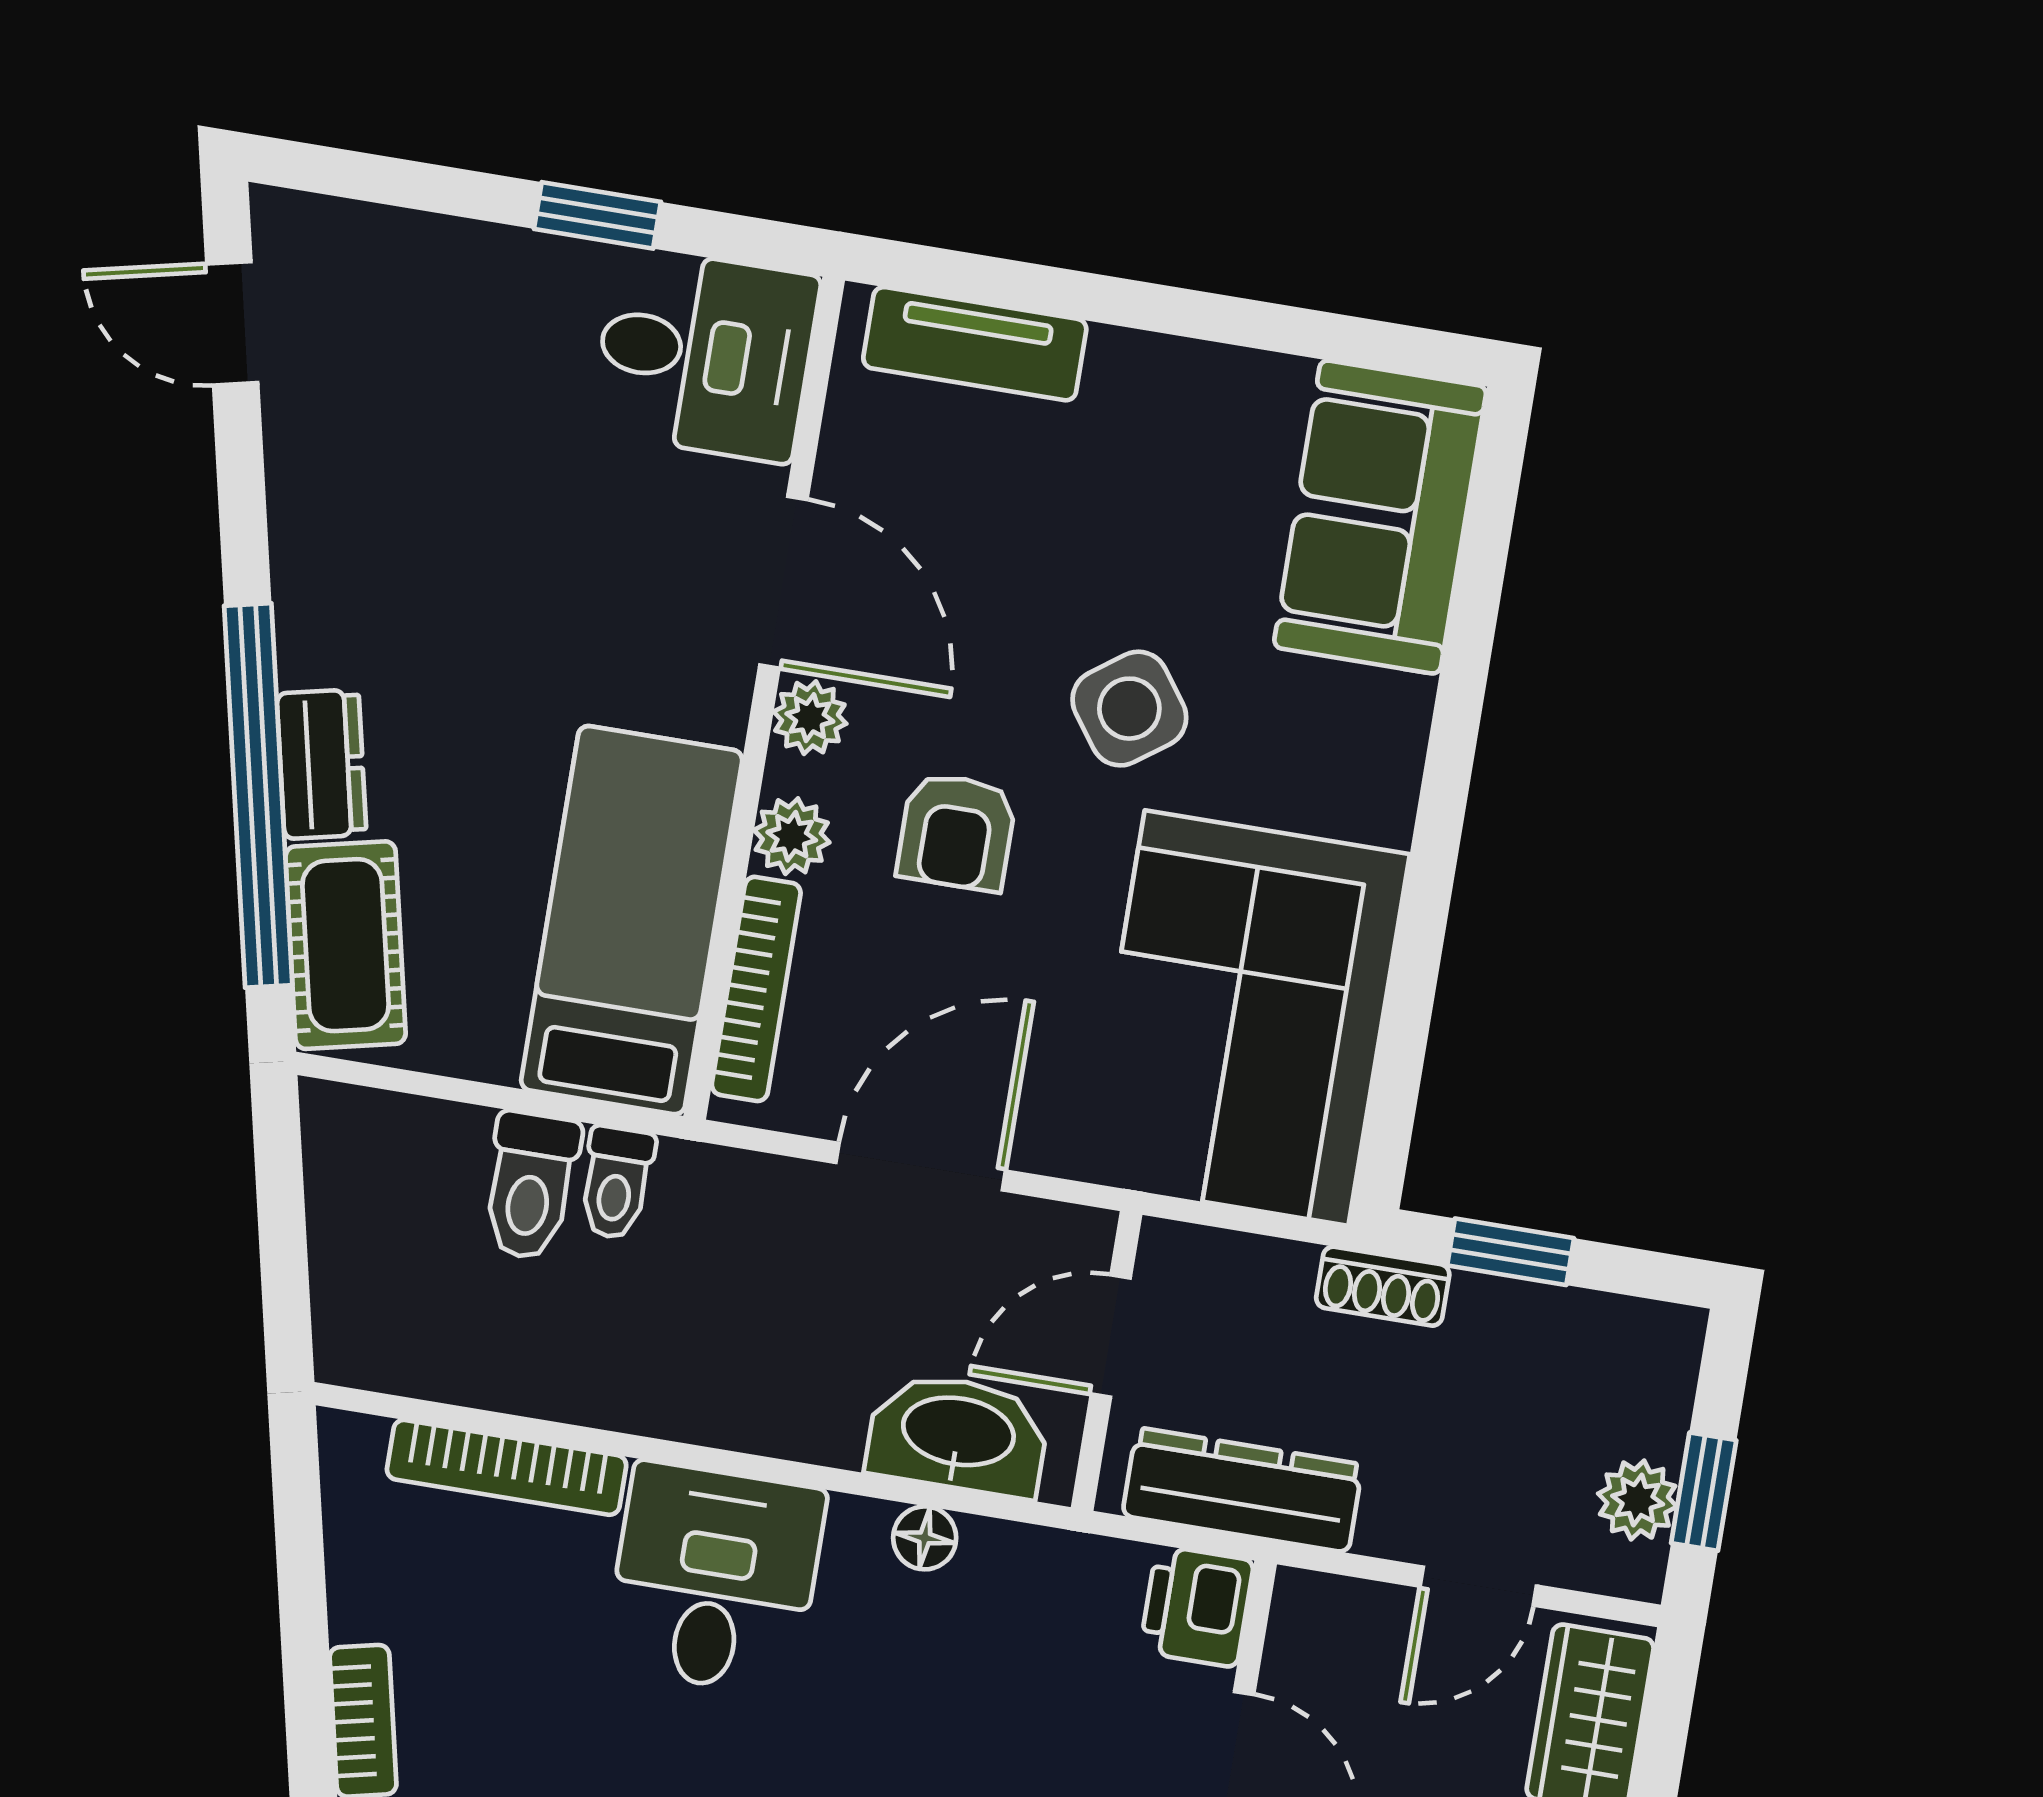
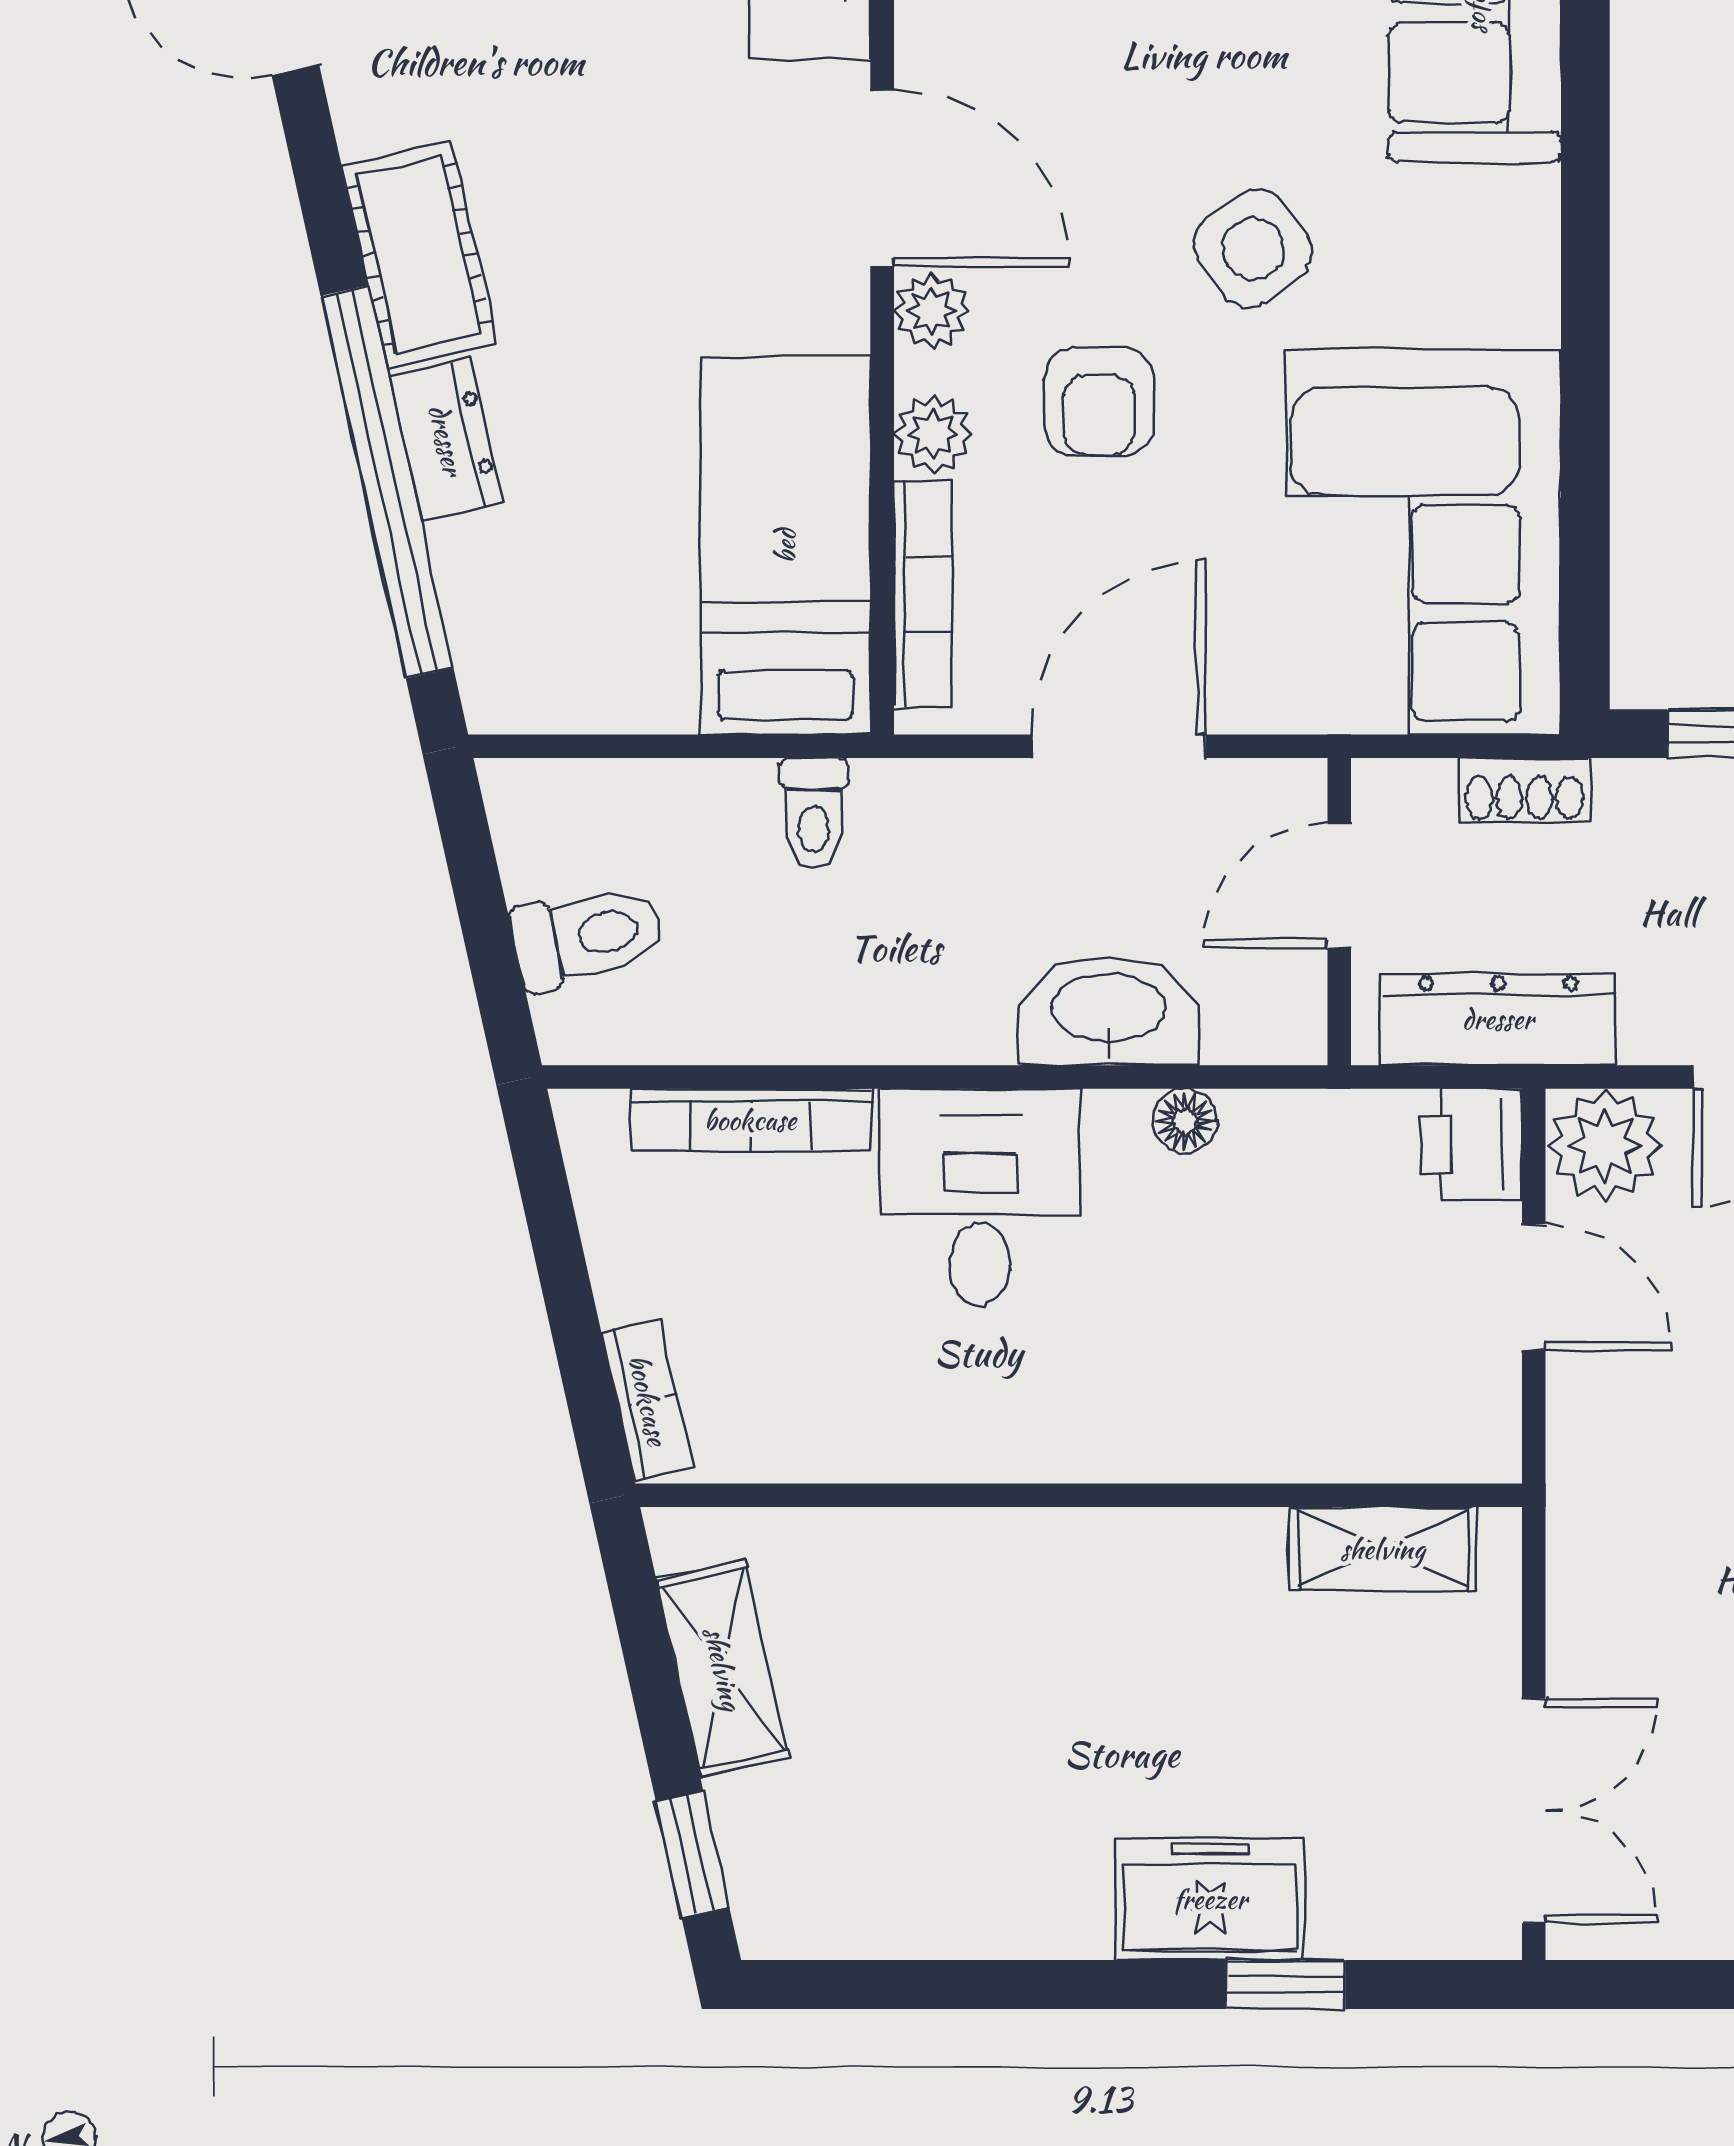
cot: (346, 945) -> (419, 254), moved
toilet: (530, 1186) -> (588, 936), moved, turned -103
shoe rack: (1383, 1286) -> (1524, 790), moved
washbasin: (958, 1434) -> (1108, 1011), moved
plant: (1325, 1628) -> (1605, 1145), added

